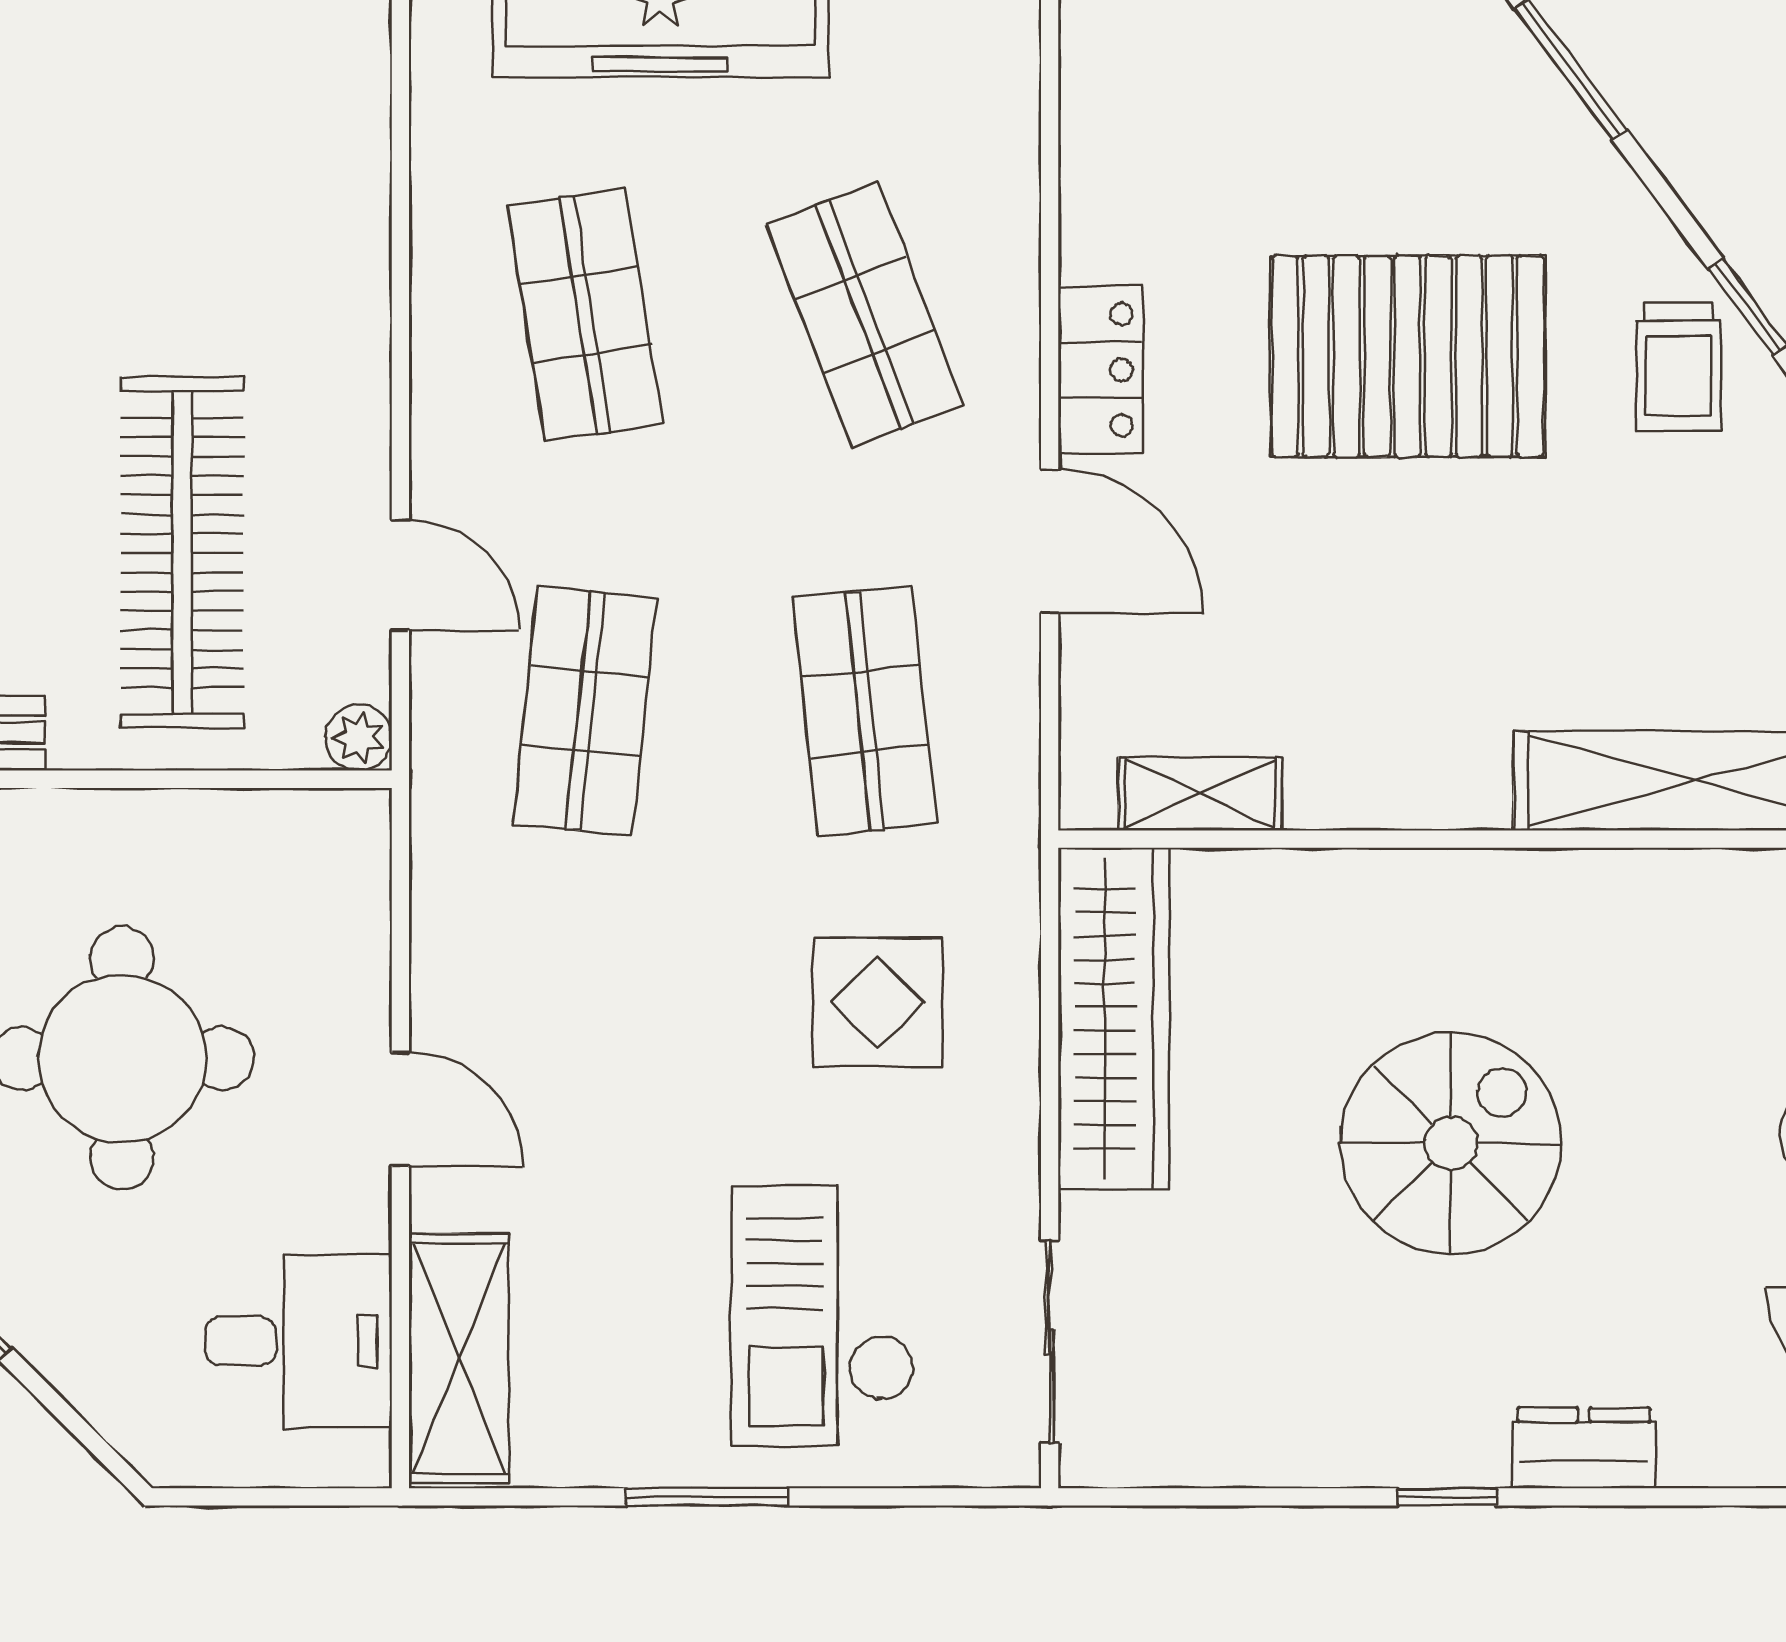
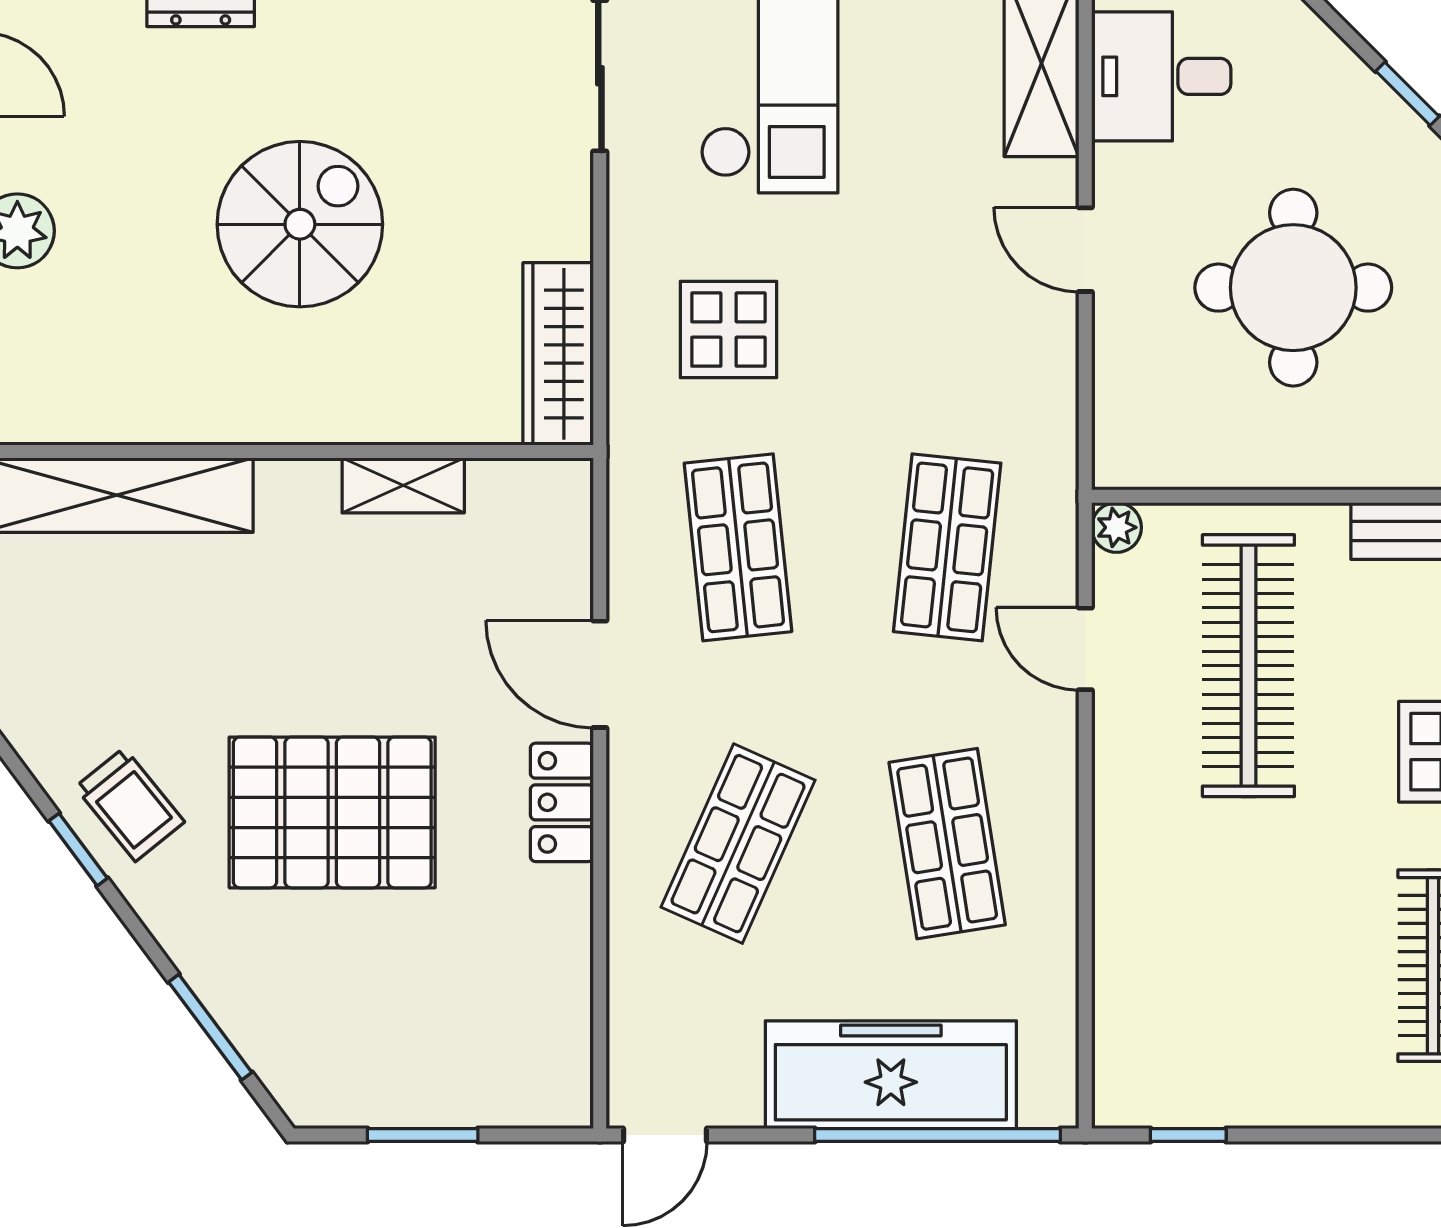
shop shelf: (865, 315) -> (738, 844), turned 45
trolley: (1678, 367) -> (130, 805), turned 141
shelving: (1200, 794) -> (403, 485), moved
wardrobe: (1114, 1019) -> (558, 354), width x0.71, depth x0.85
spiral stairs: (1451, 1143) -> (300, 224), turned 180

